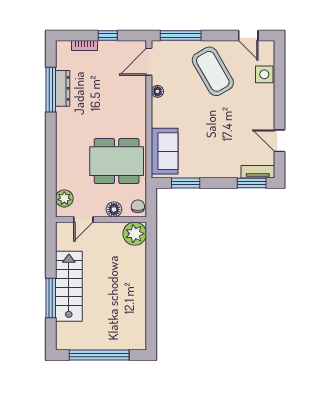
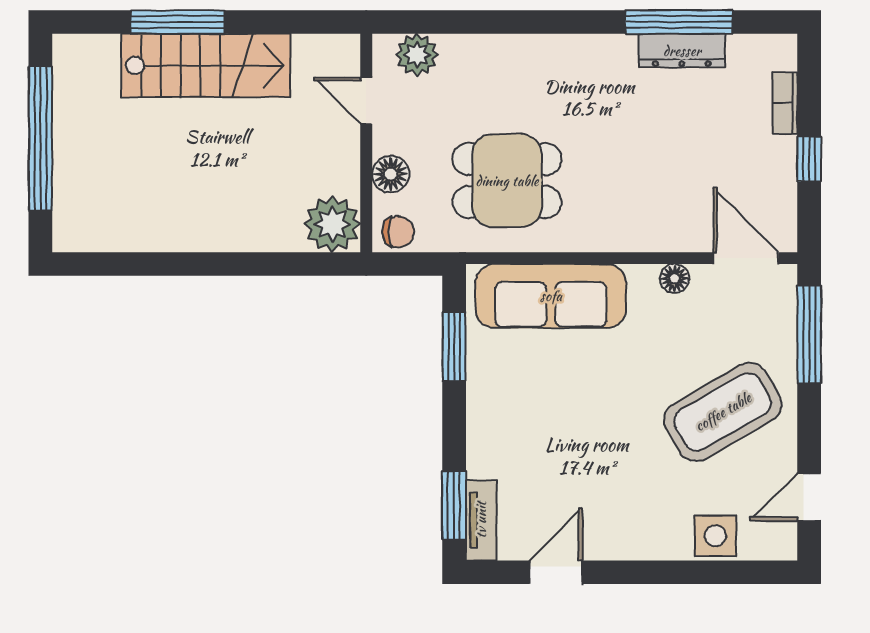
sofa: (165, 151) -> (551, 296), width x1.36
dining table: (117, 161) -> (507, 181), width x0.73

